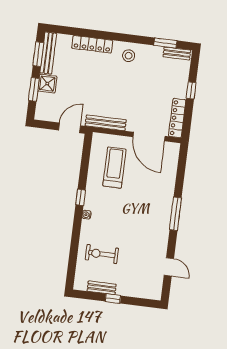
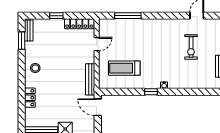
locker: (92, 44) -> (30, 98), width x0.66
door: (149, 137) -> (97, 44), width x0.53
window: (176, 214) -> (128, 16), moved
exercise bike: (102, 254) -> (191, 47), moved

